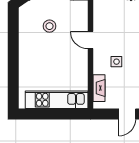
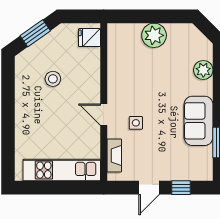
door: (91, 40) -> (104, 115), moved

